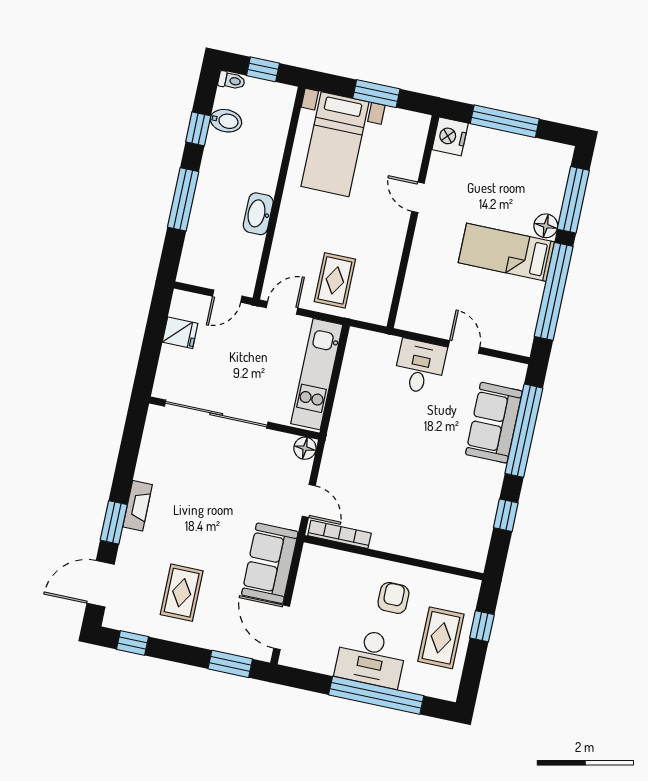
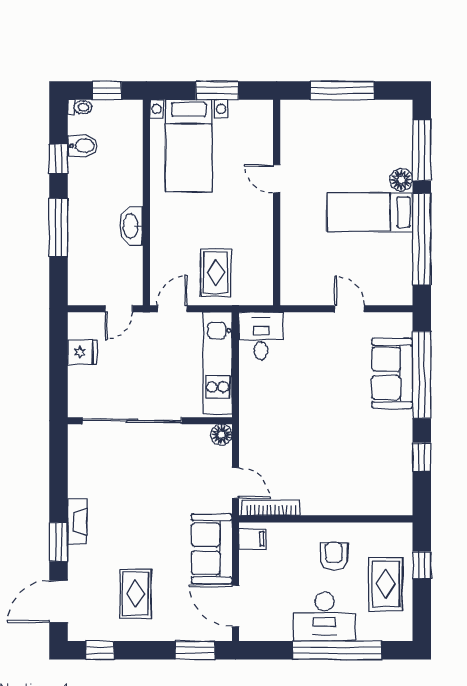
nightstand: (450, 136) -> (294, 116), removed
desk: (420, 367) -> (261, 336), moved
filing cabinet: (314, 562) -> (252, 539), added

